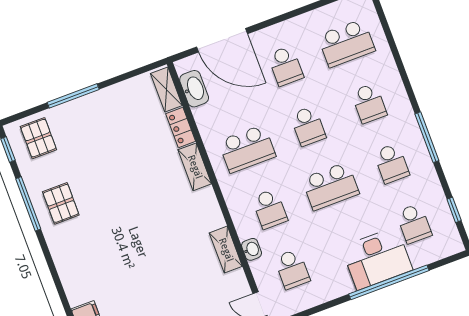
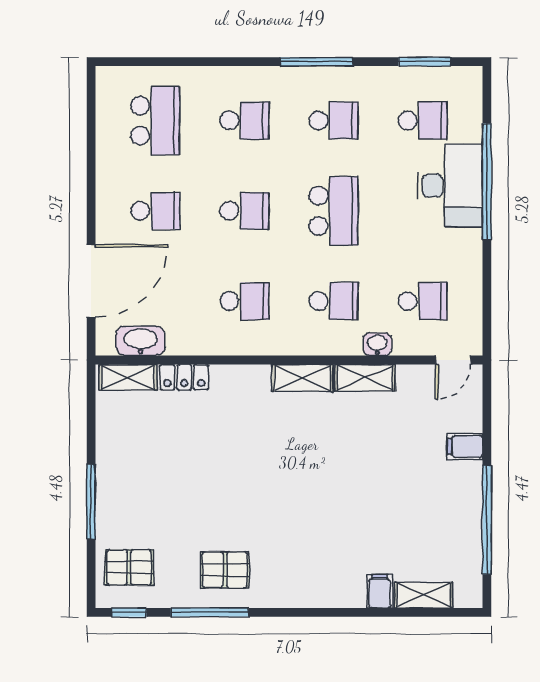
school desk: (247, 149) -> (244, 301), width x0.54
shelving: (195, 167) -> (302, 378), moved
window: (454, 210) -> (424, 62), width x1.50

